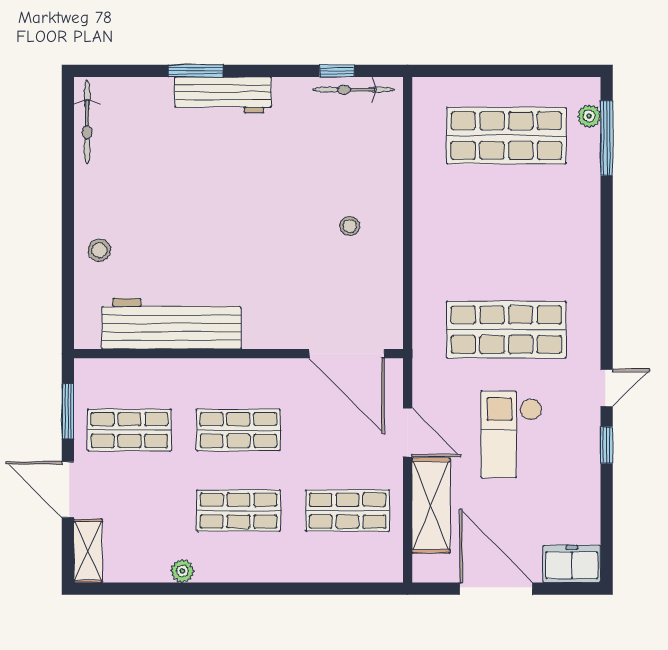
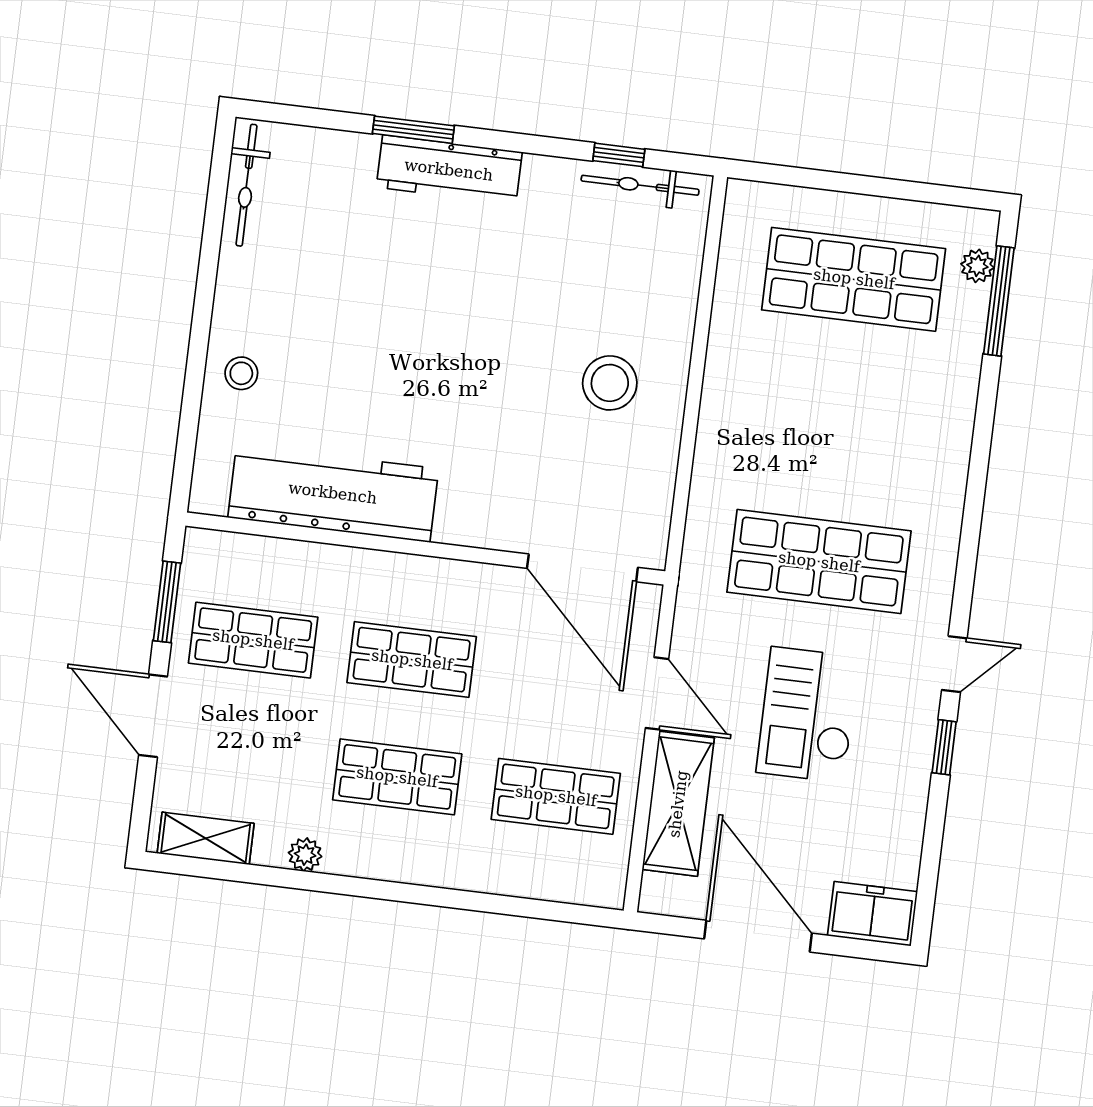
stool: (350, 226) -> (610, 383), width x1.89, depth x1.89
shelving: (88, 551) -> (206, 838), moved, turned 90

